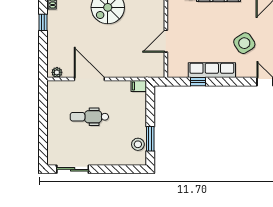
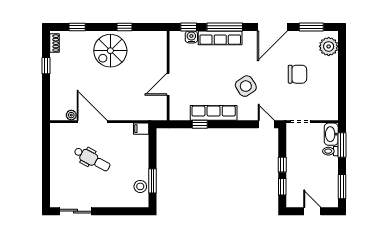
plant: (57, 72) -> (71, 115), moved
dental chair: (89, 117) -> (92, 159), turned -152

